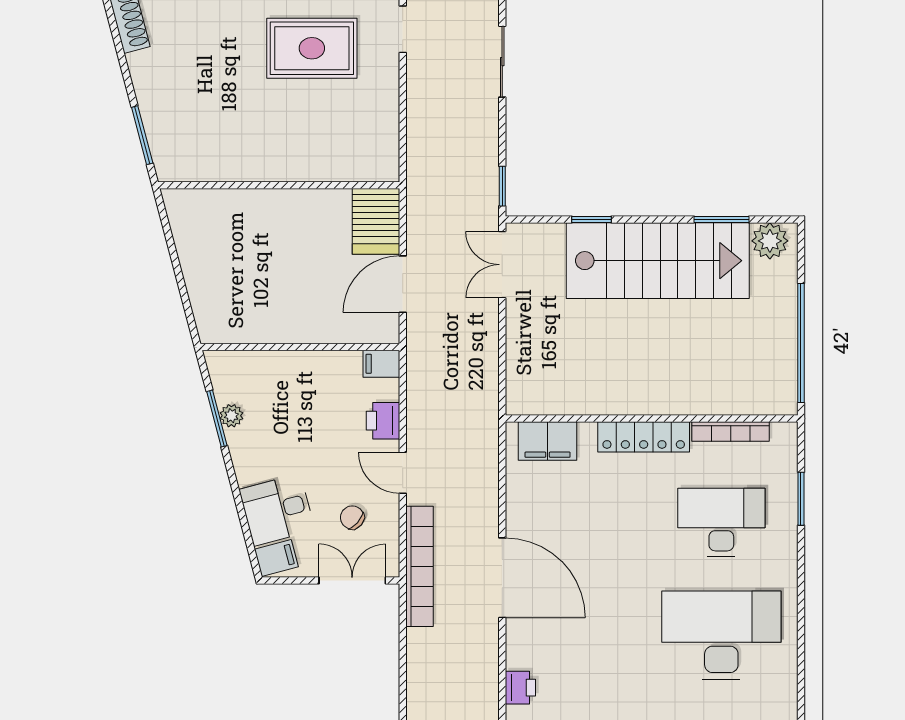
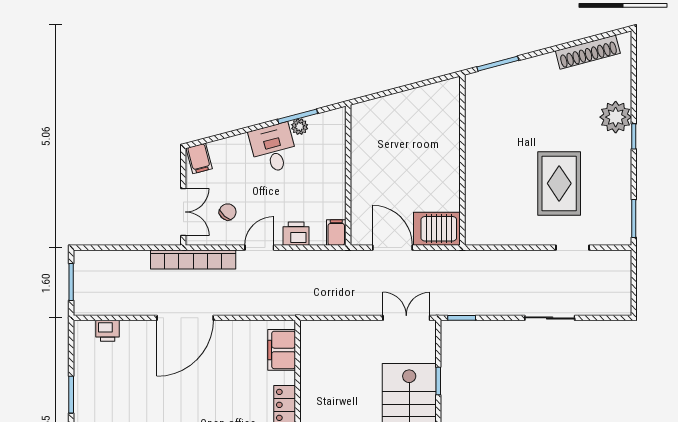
desk: (277, 510) -> (273, 148), moved

